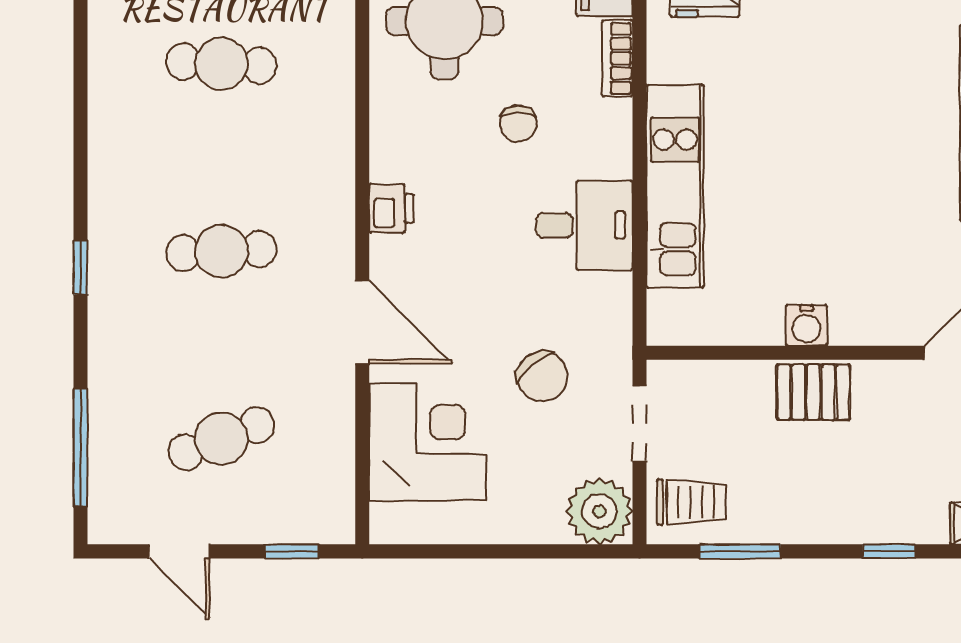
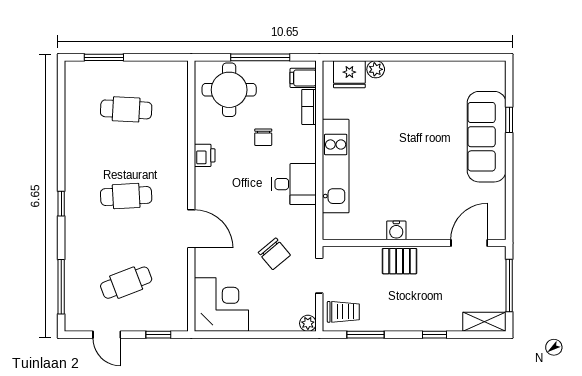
printer: (391, 208) -> (205, 155), moved
corner desk: (428, 442) -> (221, 305), moved
plant: (599, 511) -> (308, 323), width x0.53, depth x0.53

